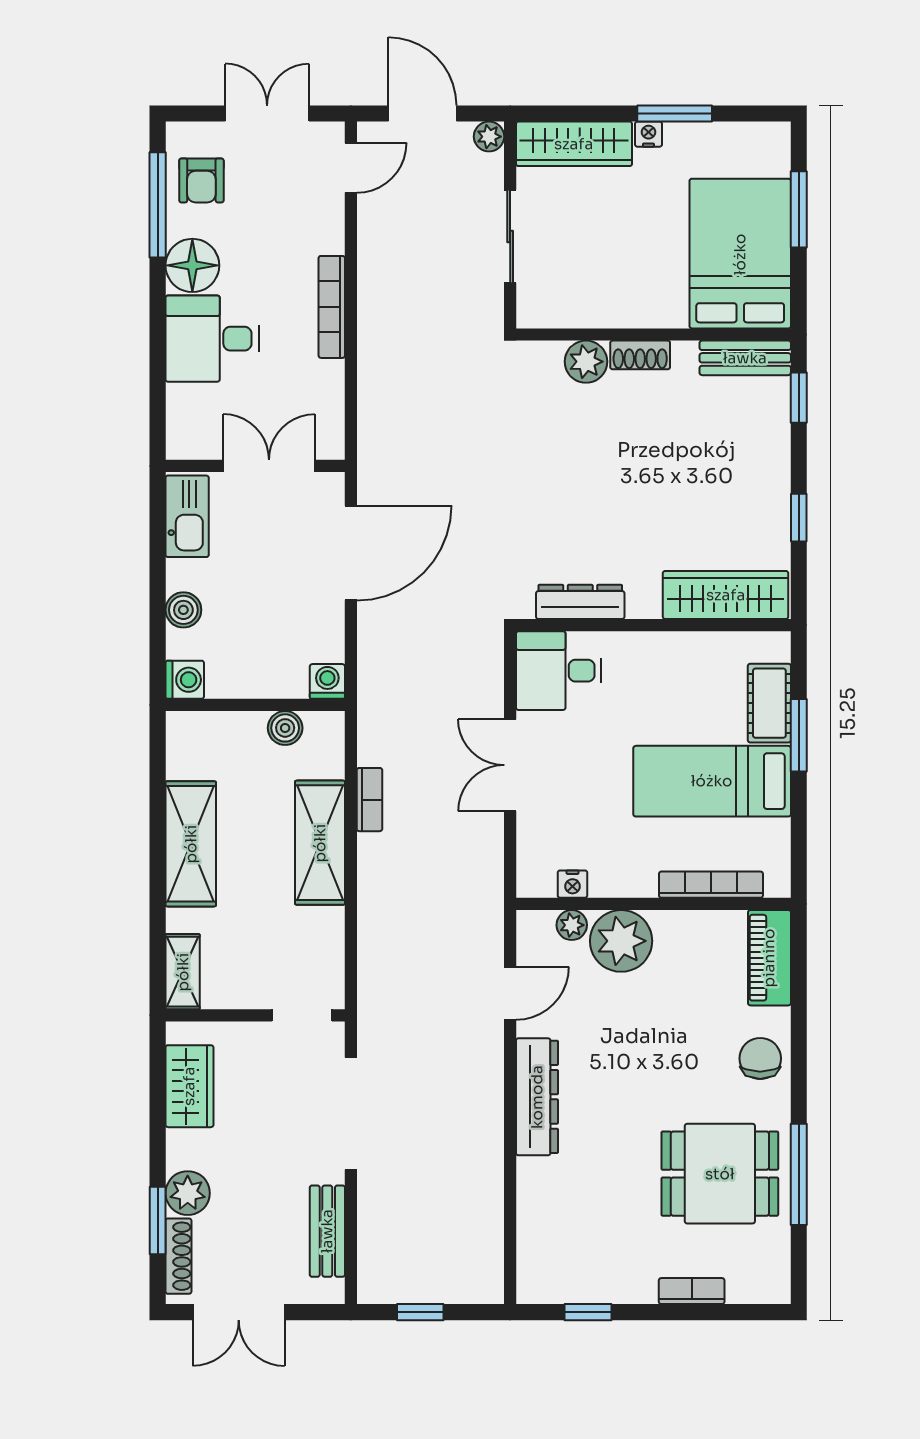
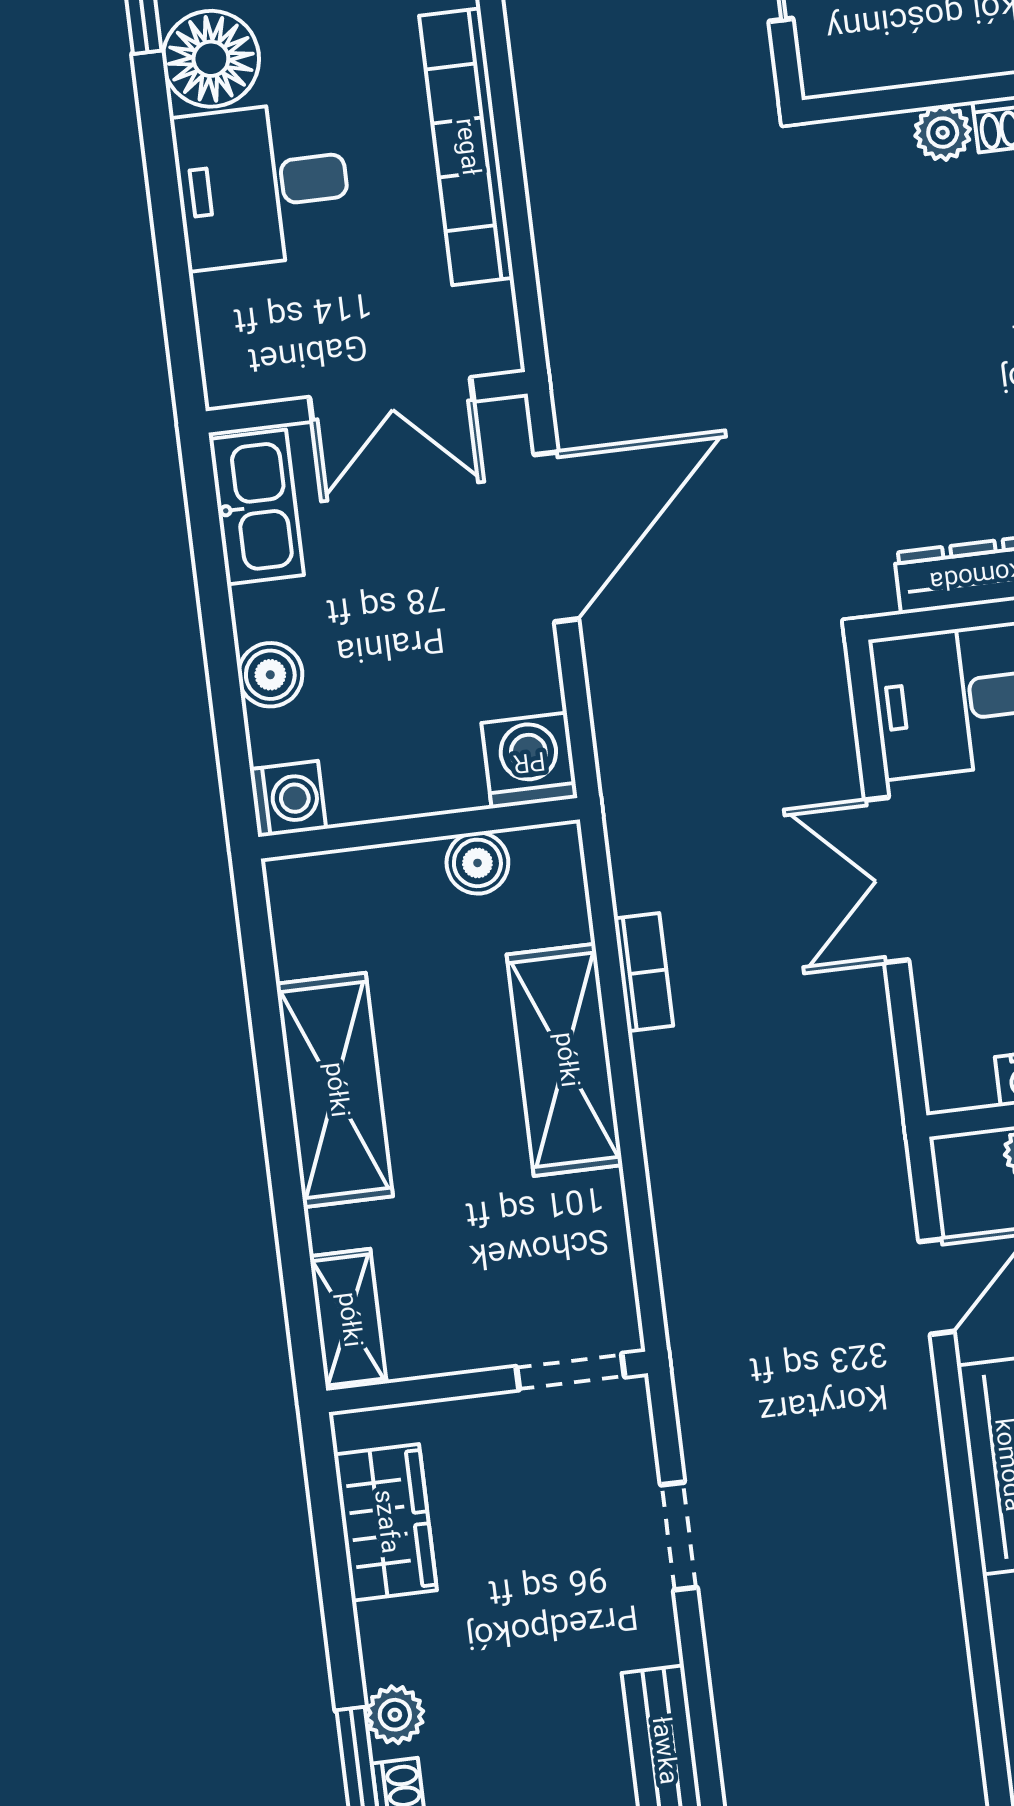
bookcase: (332, 307) -> (466, 147), width x1.48, depth x1.31
plant: (586, 362) -> (943, 133), width x0.73, depth x0.73
double door: (269, 466) -> (391, 399), swing flipped
washing machine: (327, 681) -> (529, 760), width x1.38, depth x1.38
doorway: (351, 1114) -> (679, 1536), width x0.53
plant: (188, 1193) -> (395, 1715), width x0.73, depth x0.73

